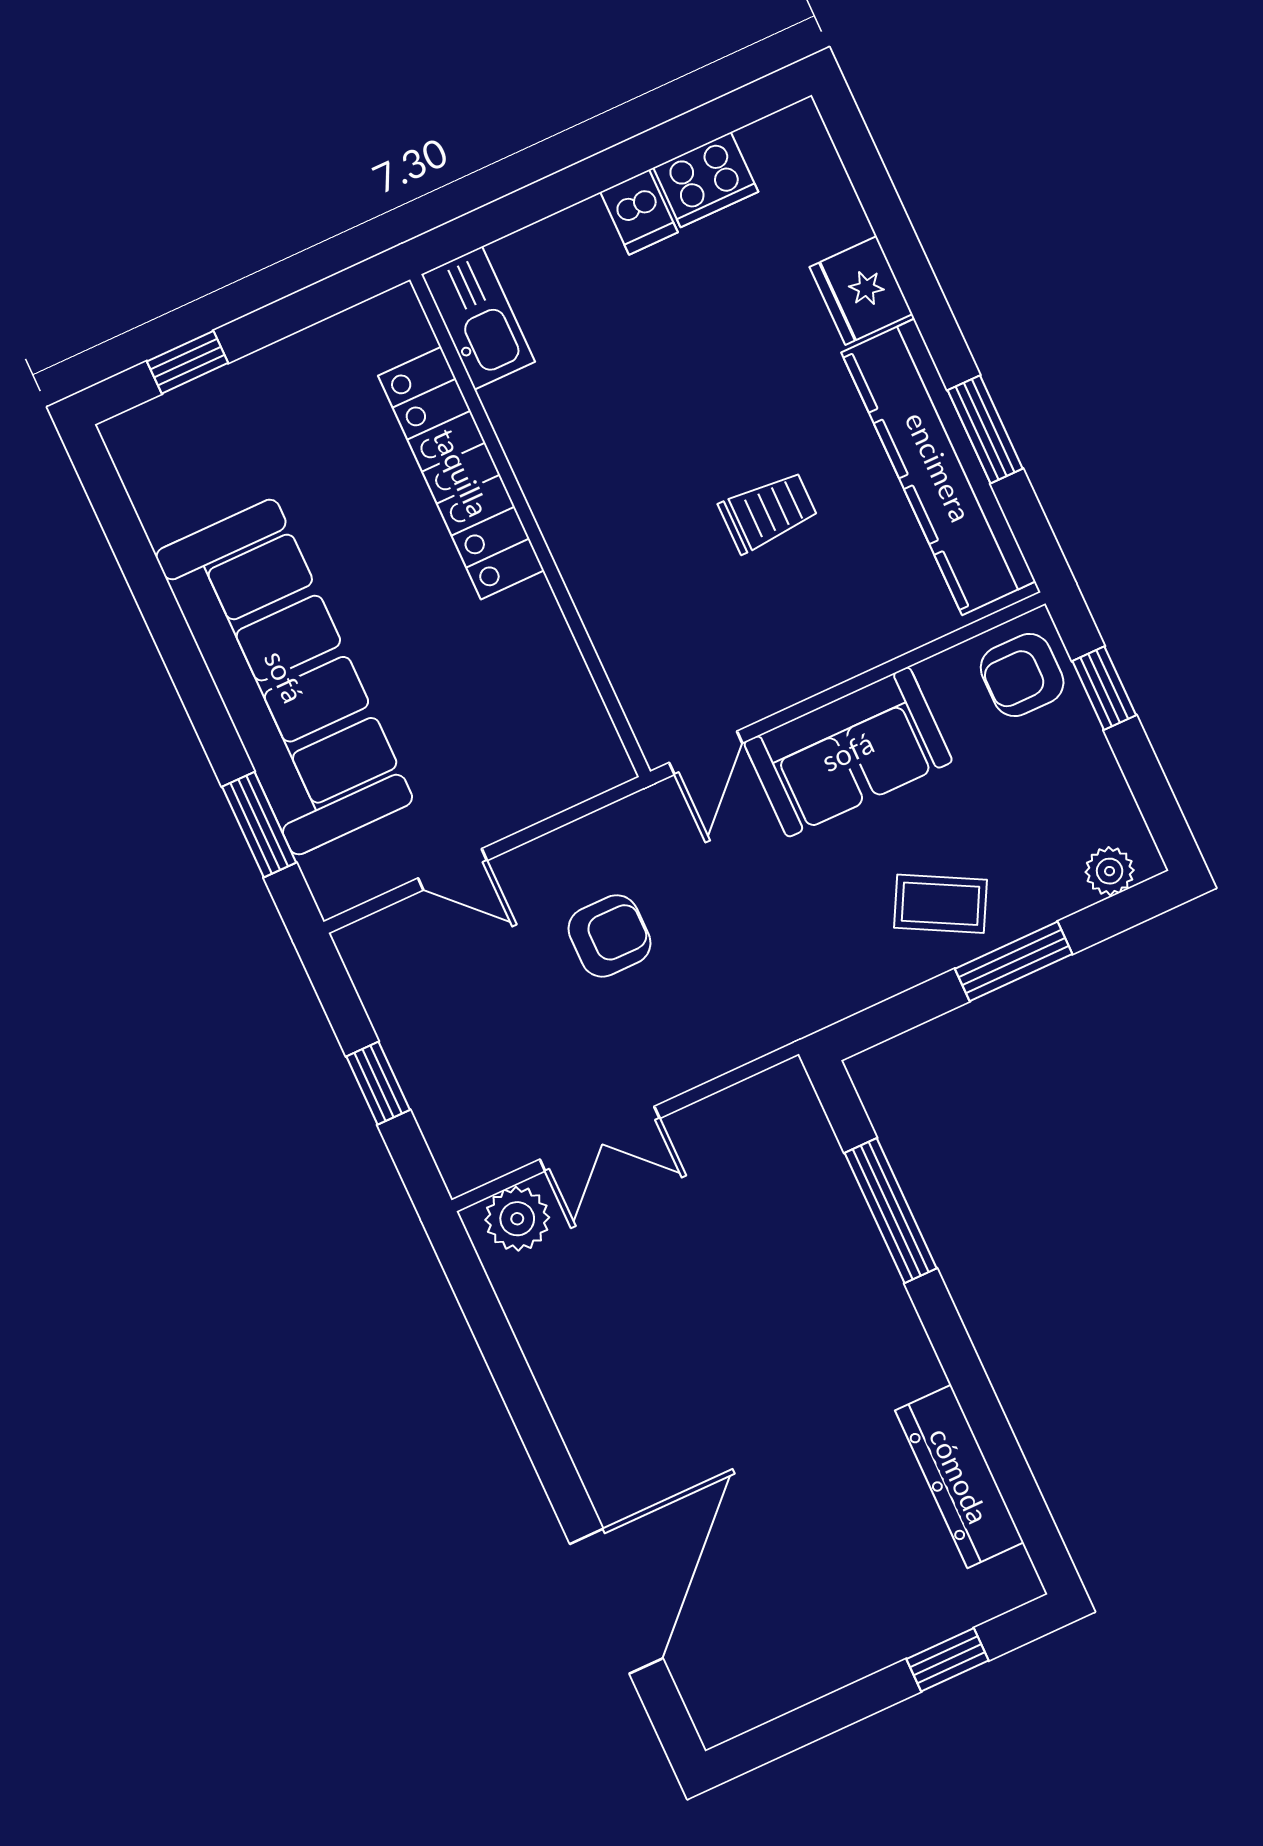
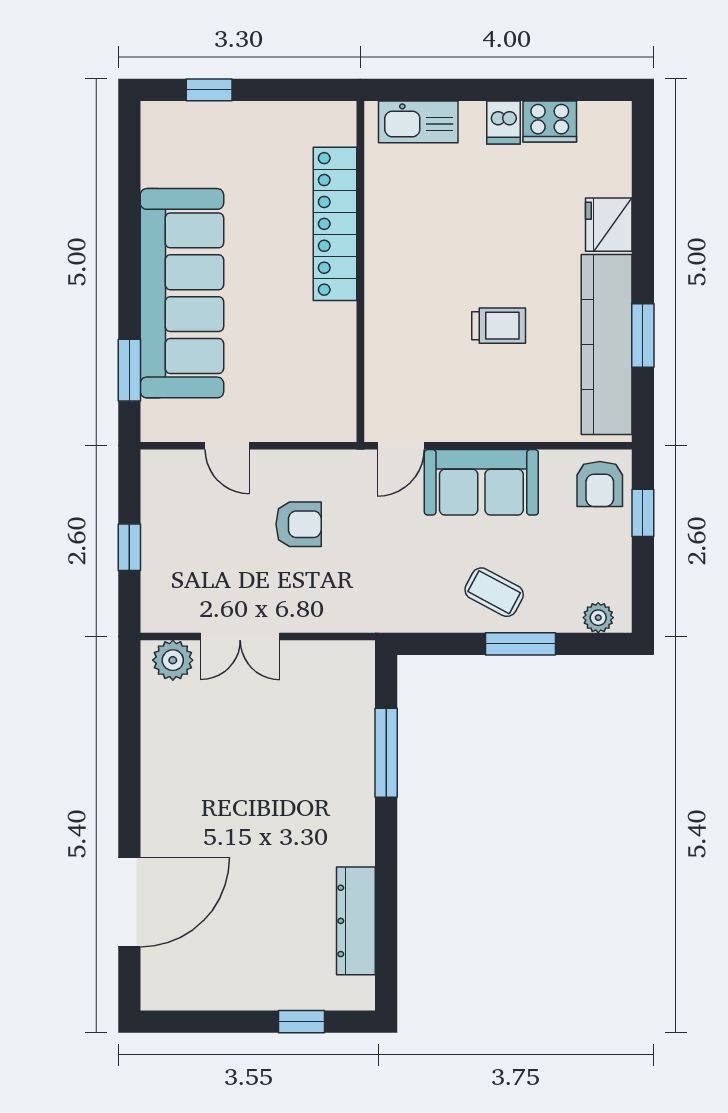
kitchen sink: (478, 318) -> (418, 122), moved, turned 90
armchair: (1022, 675) -> (600, 484), turned -90

